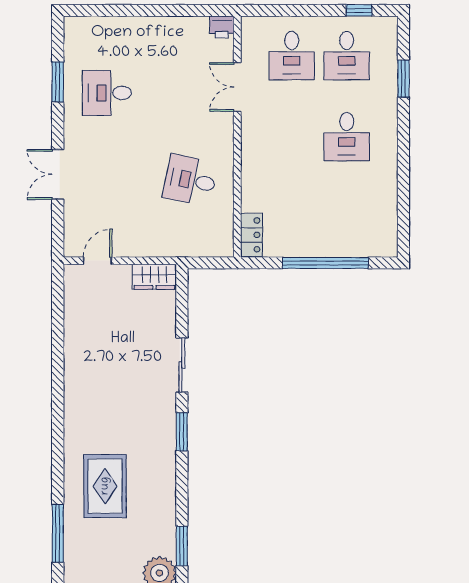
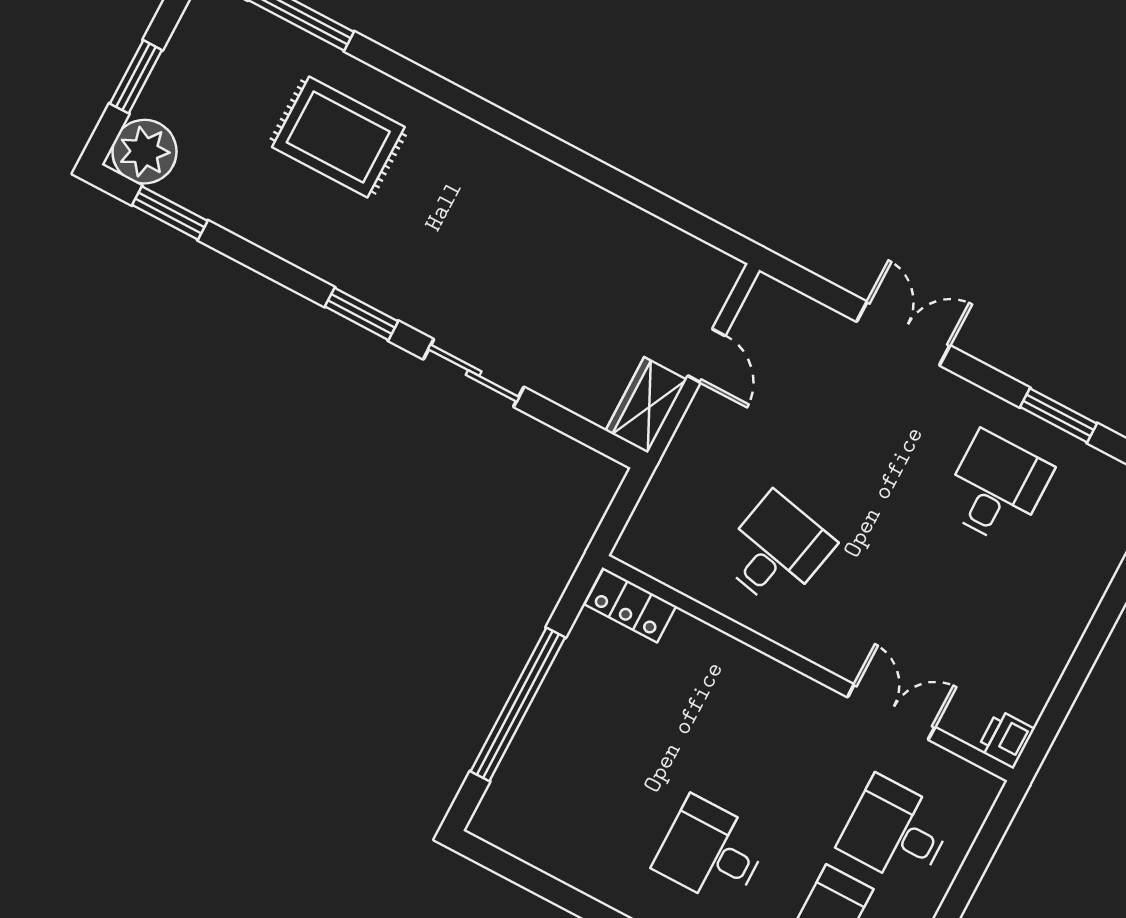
door: (98, 261) -> (706, 356), moved

